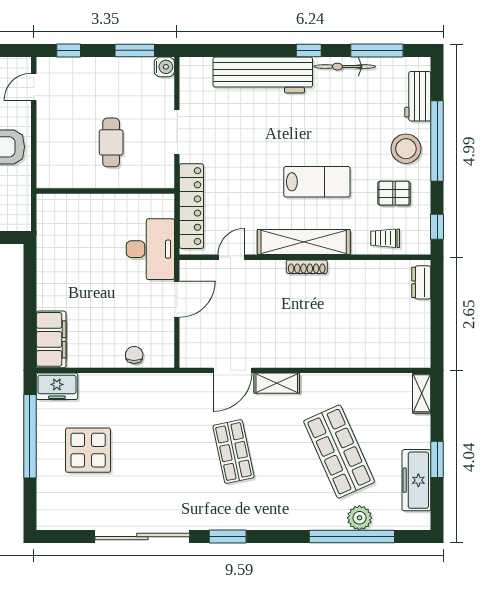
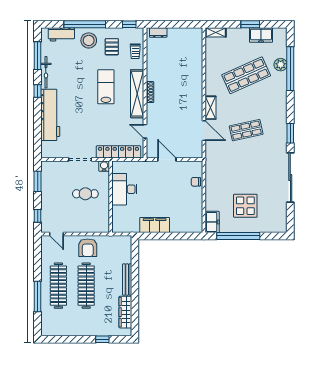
water cooler: (164, 67) -> (104, 166), moved
desk: (150, 249) -> (124, 189), moved, turned -90
filing cabinet: (51, 339) -> (155, 225), moved
freezer: (416, 480) -> (261, 35), width x0.71

